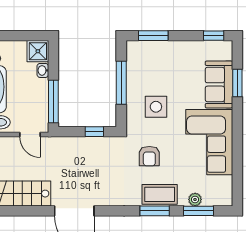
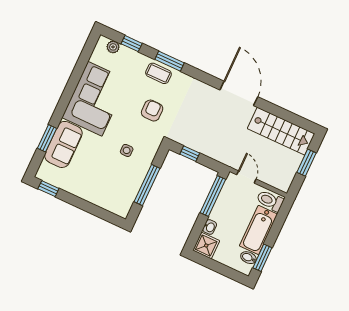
window: (153, 36) -> (100, 213), removed
side table: (156, 107) -> (127, 150), width x0.54, depth x0.54
coffee table: (160, 194) -> (158, 73), width x0.73, depth x0.77
plant: (195, 199) -> (113, 47), moved
window: (199, 211) -> (132, 44), width x0.67

